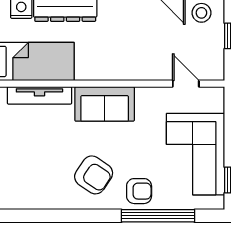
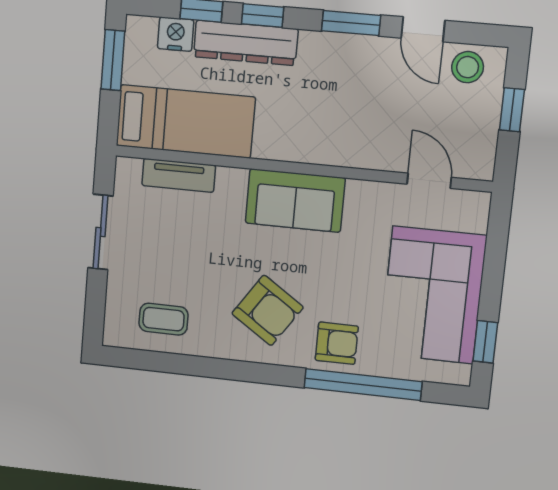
tv unit: (39, 95) -> (179, 175), width x0.71
coffee table: (28, 188) -> (163, 319), added

